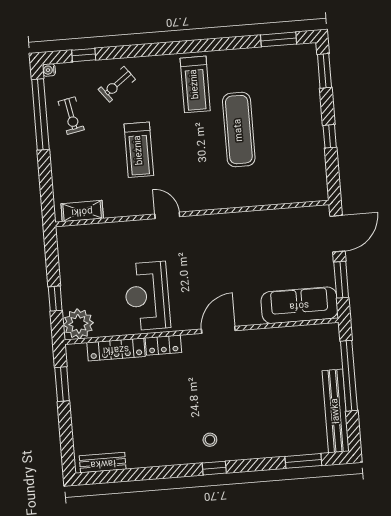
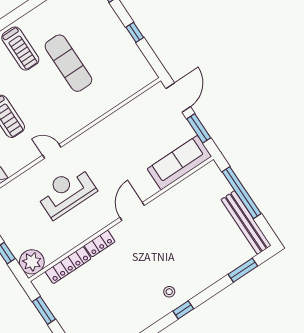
reception desk: (147, 296) -> (66, 192), moved, turned 90

